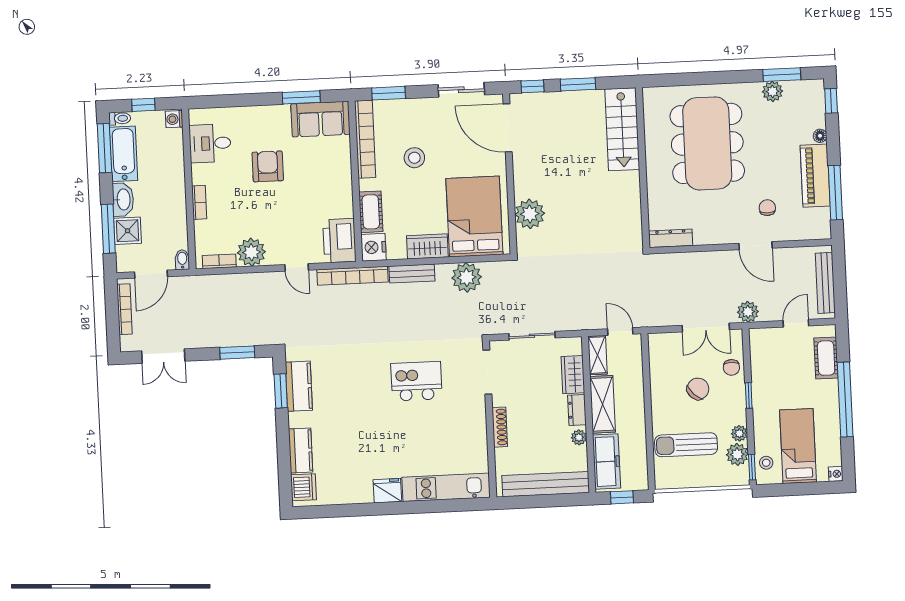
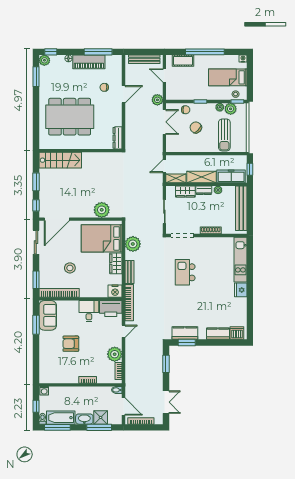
plant: (772, 91) -> (44, 60), moved
desk: (210, 143) -> (89, 311), moved, turned 180
cot: (371, 212) -> (97, 292), removed

